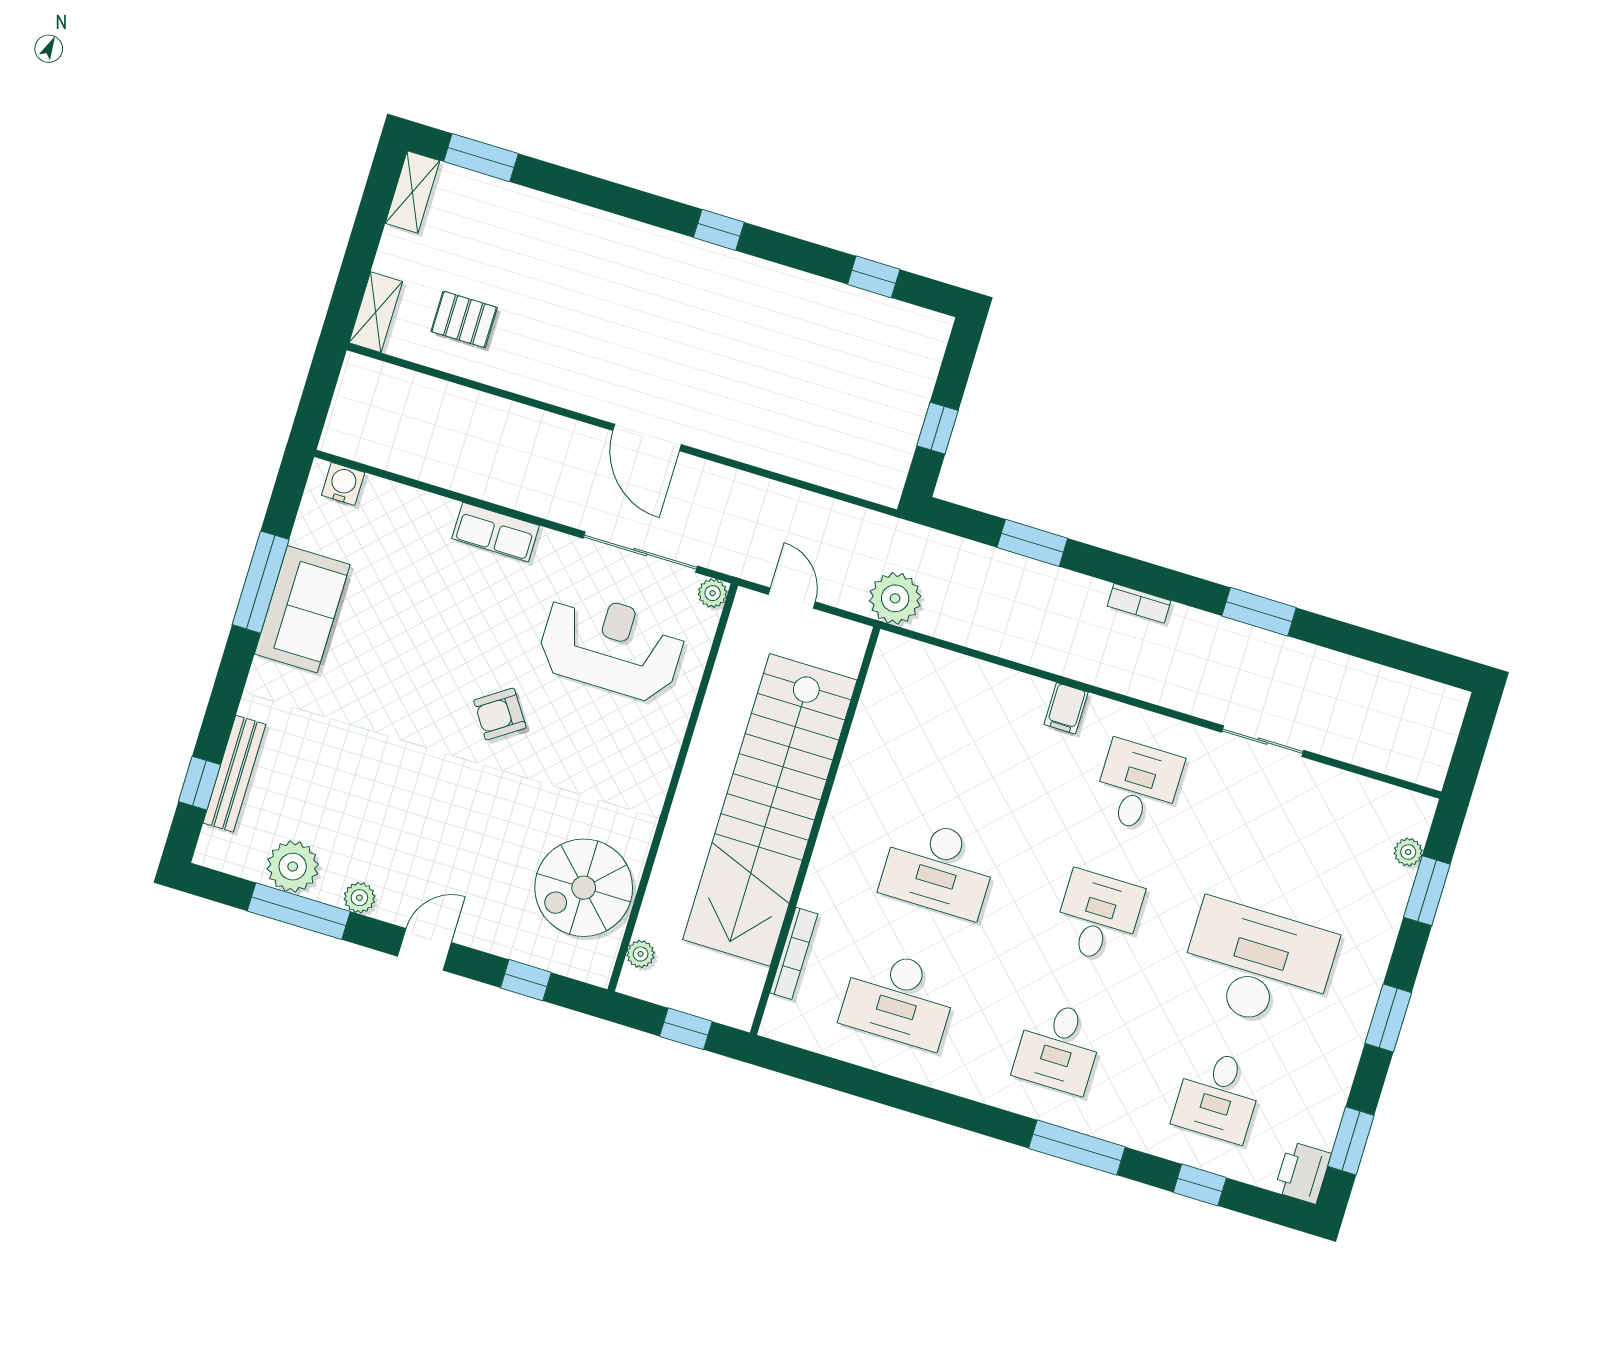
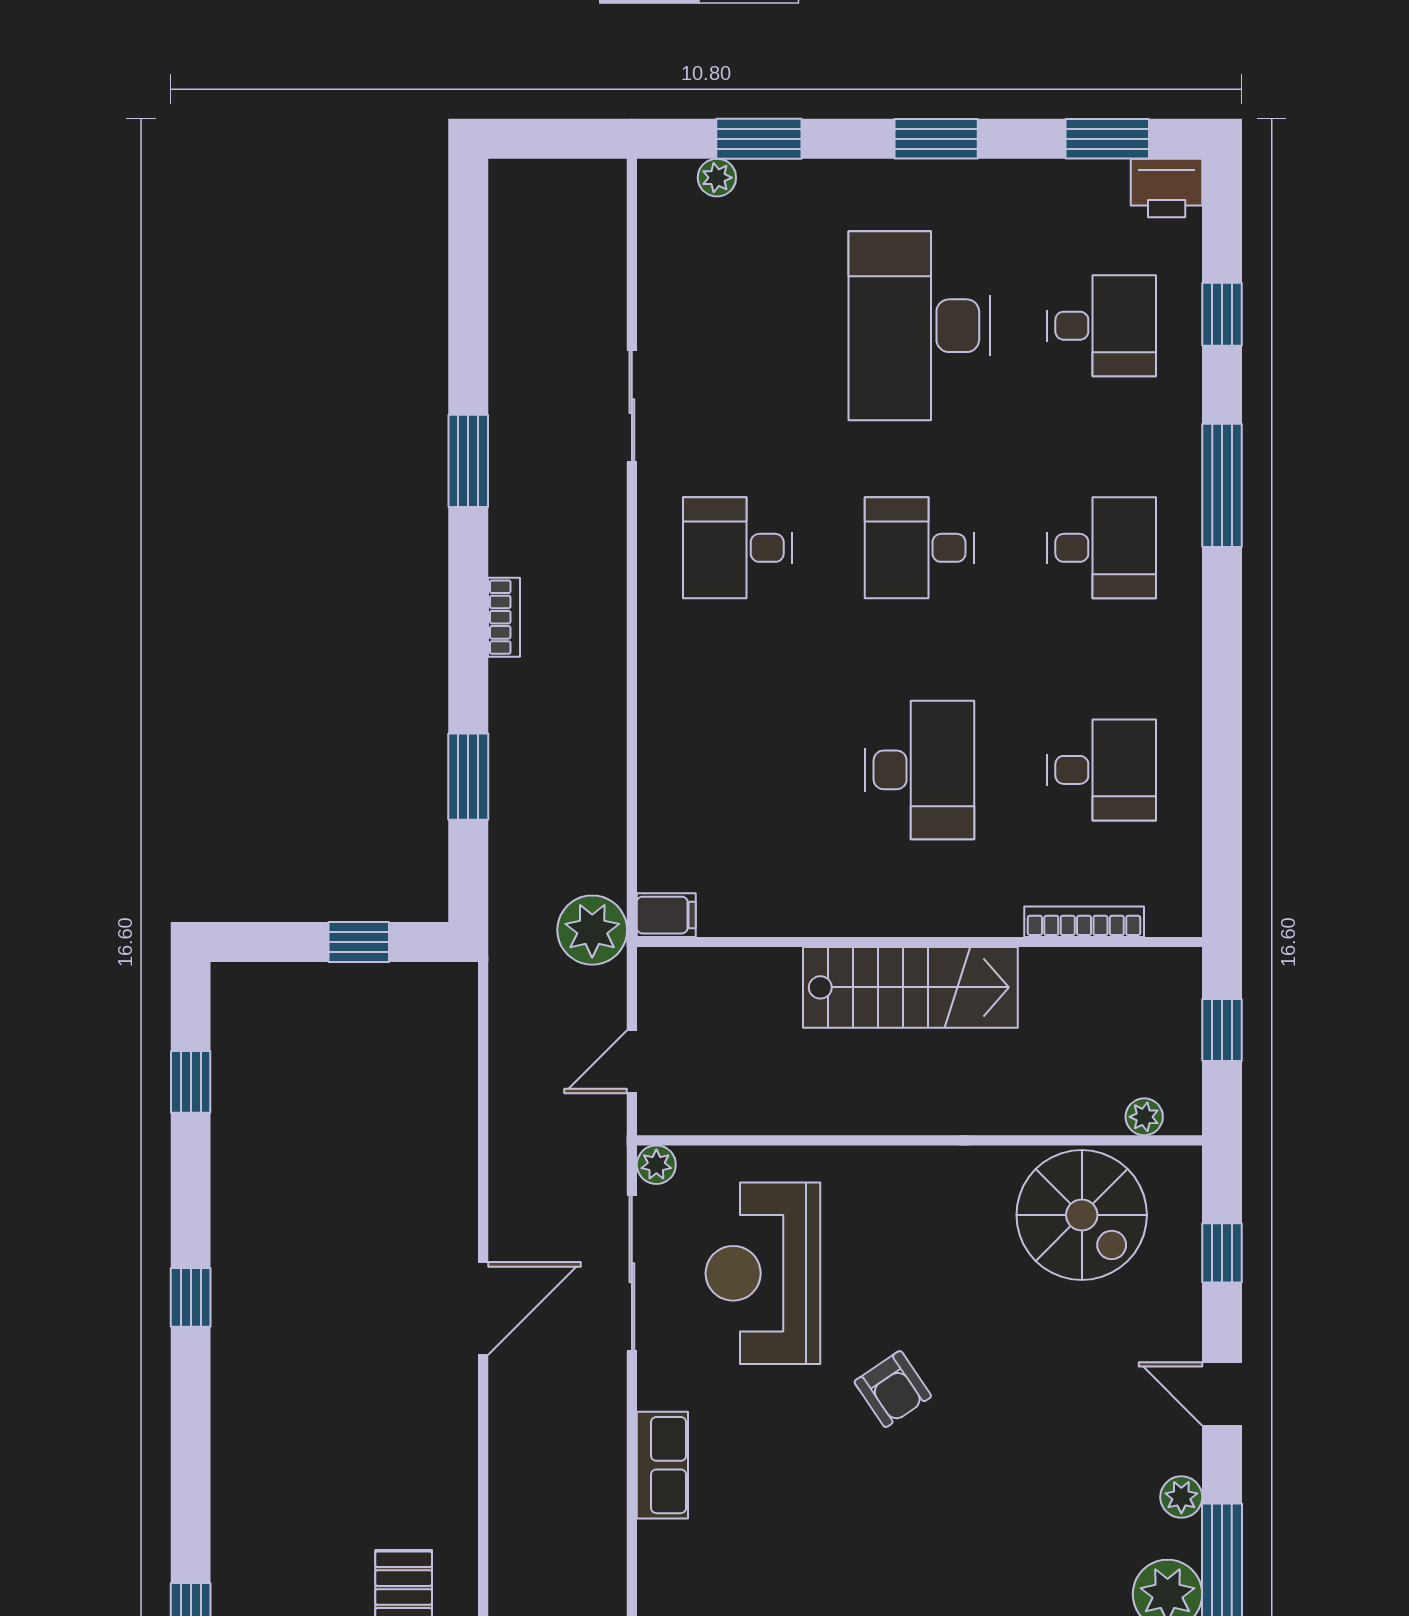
filing cabinet: (1066, 708) -> (666, 915), moved
stairs: (770, 810) -> (910, 987), width x0.54, depth x0.66
desk: (899, 999) -> (1101, 770), width x0.73

